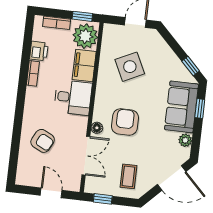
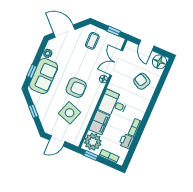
window: (191, 66) -> (33, 111), moved
side table: (130, 67) -> (70, 113), turned 45
armchair: (125, 122) -> (76, 88), moved, turned -90
floor lamp: (26, 175) -> (160, 62), added

